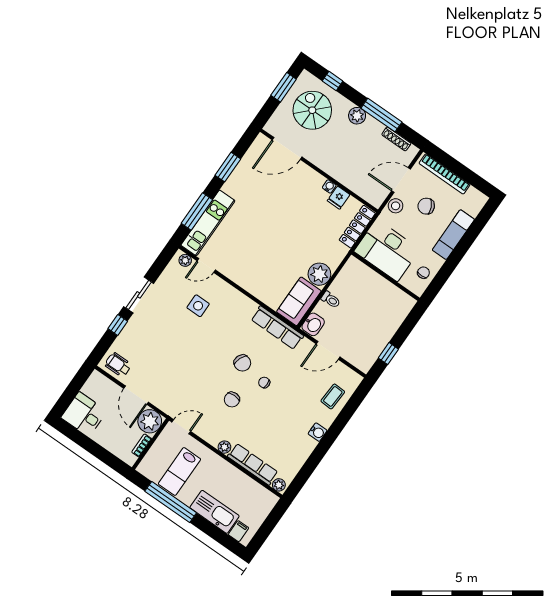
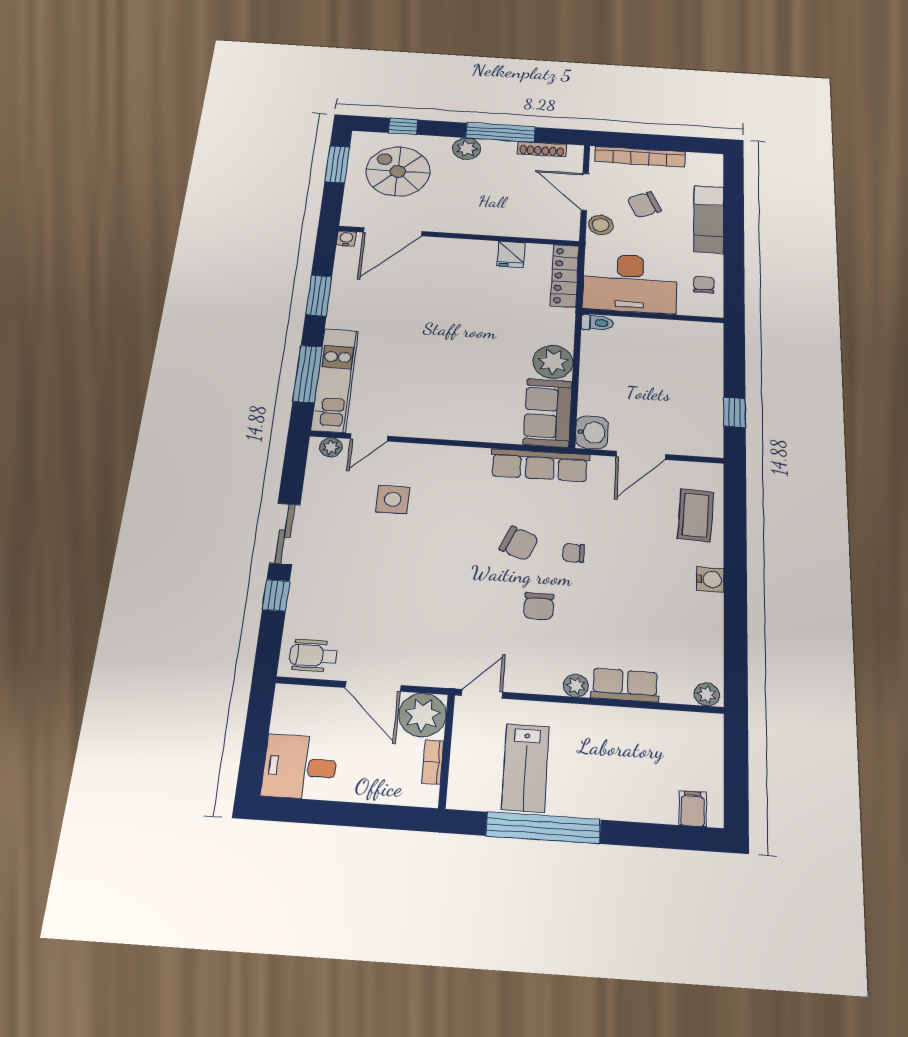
door: (401, 180) -> (585, 192), hinge flipped
water cooler: (329, 186) -> (346, 238), moved
toilet: (331, 300) -> (597, 323), moved
coffee table: (333, 396) -> (696, 515), width x1.36, depth x1.30
row of seats: (253, 464) -> (625, 685), width x0.68
kitchen sink: (215, 512) -> (630, 800), removed

